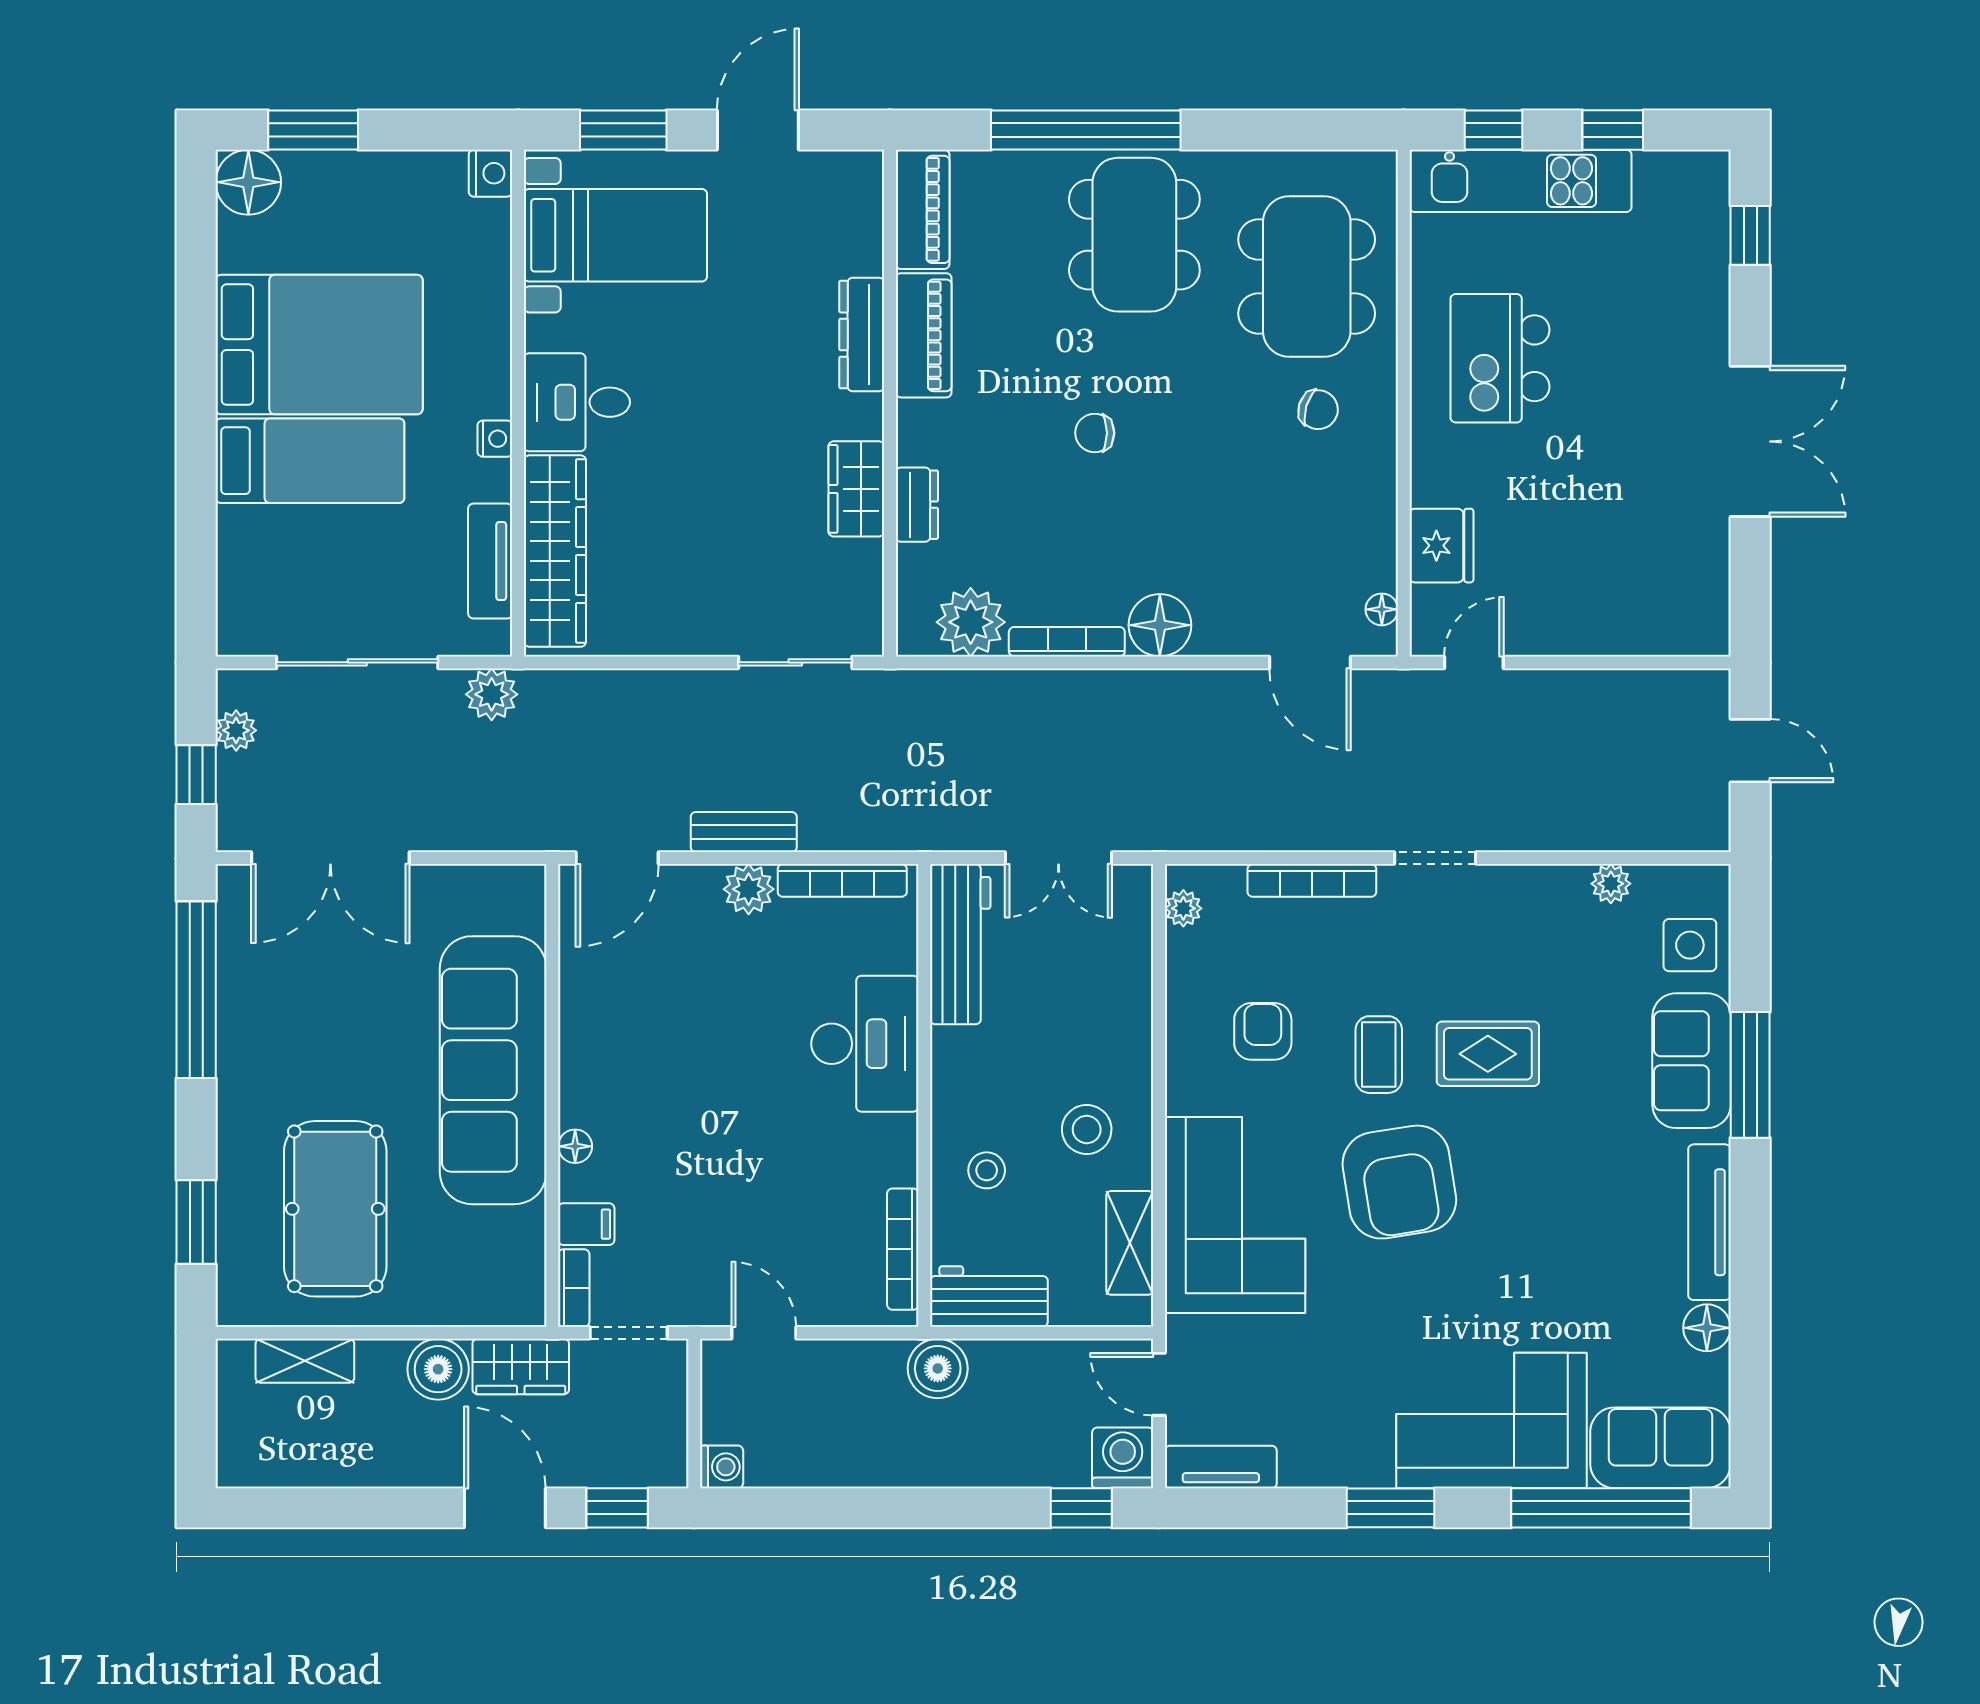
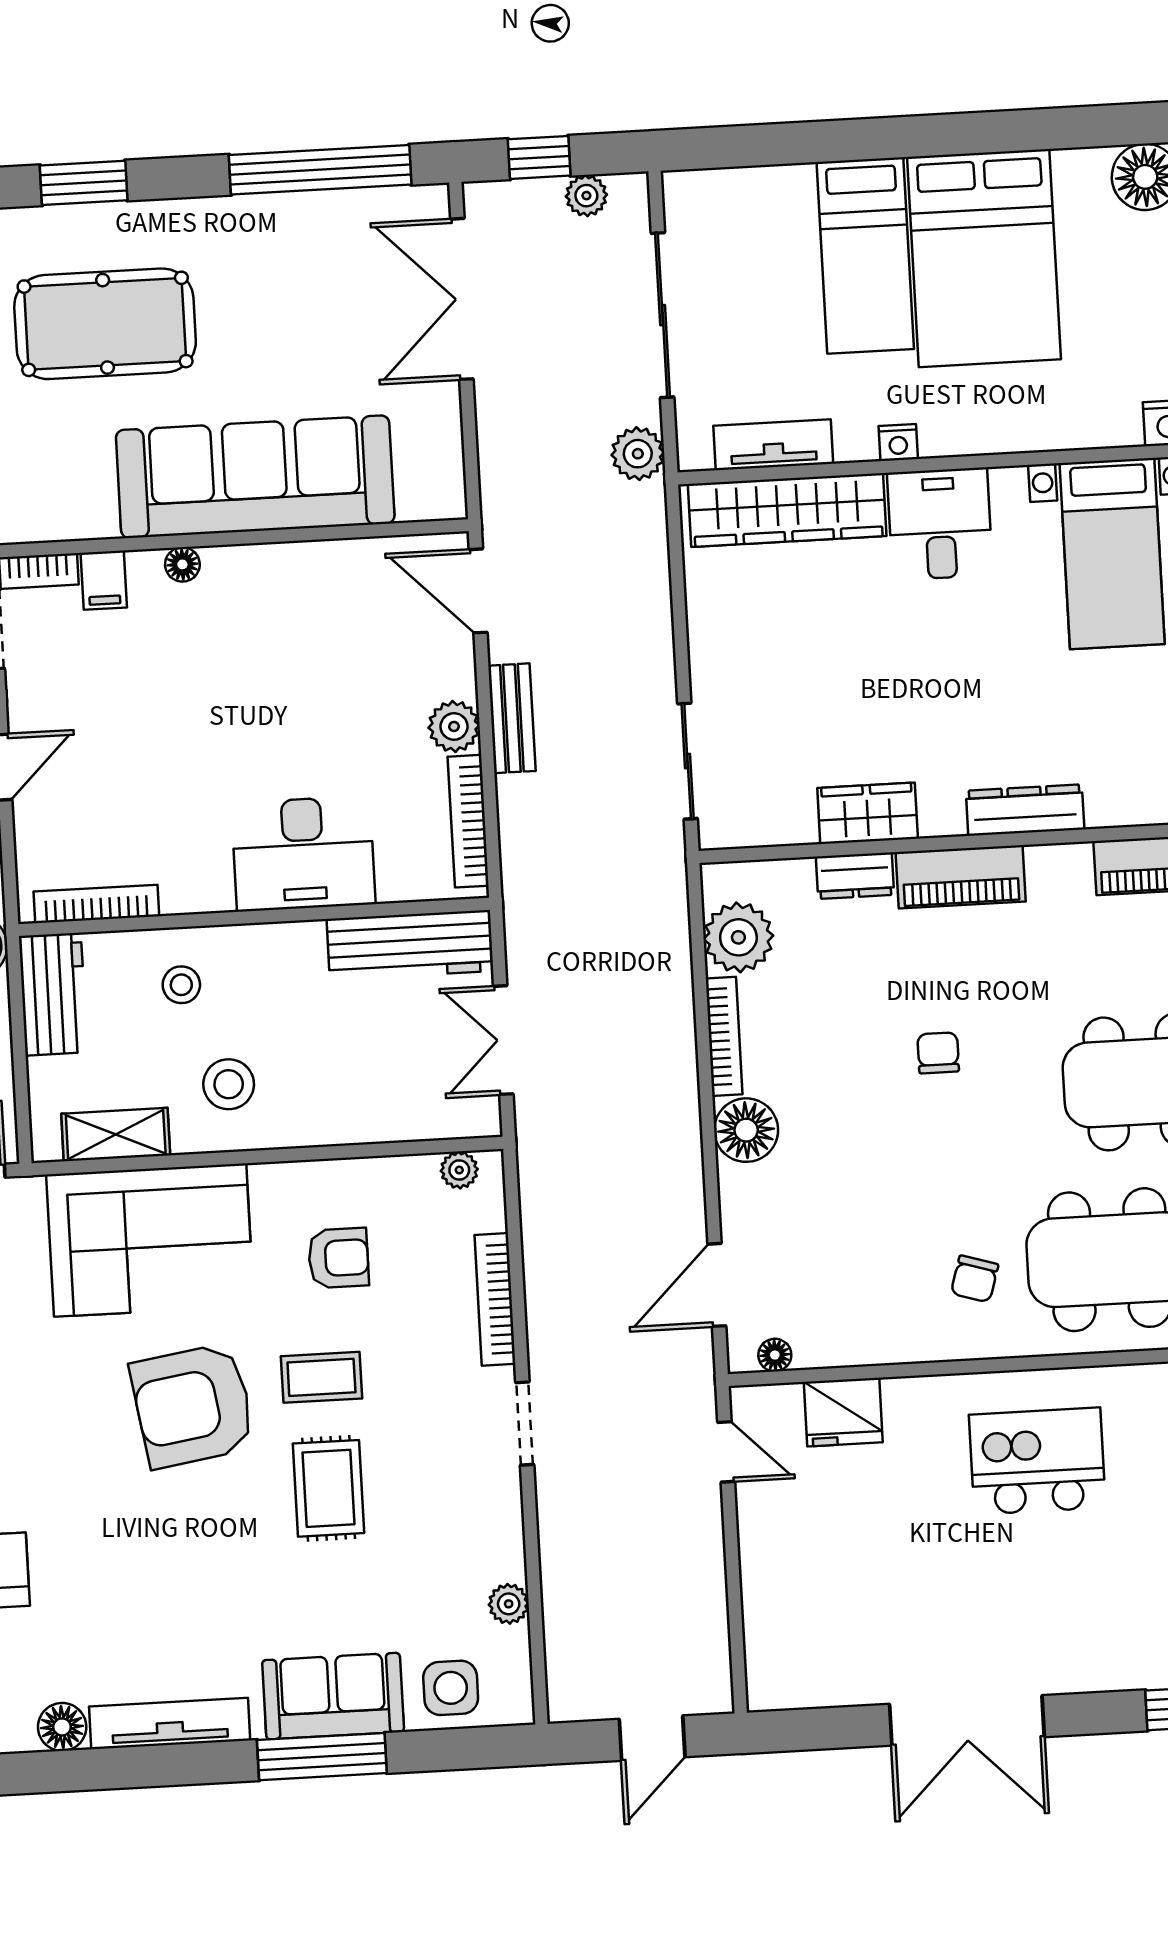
piano: (924, 335) -> (961, 877), moved

